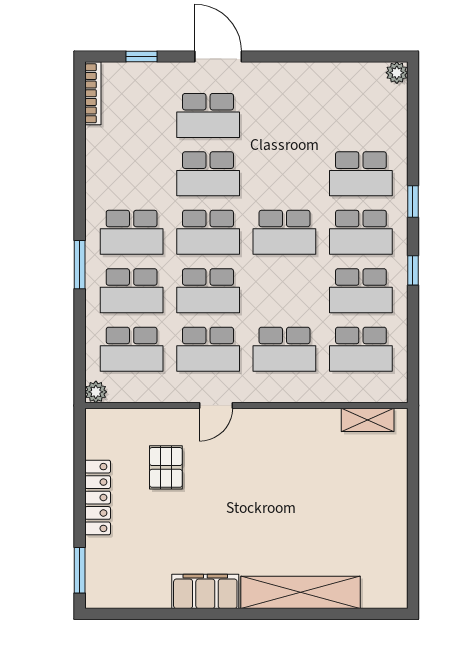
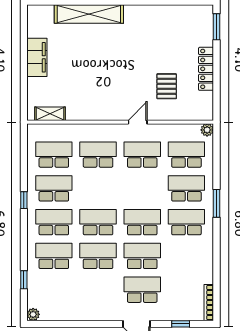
window: (413, 202) -> (24, 280), moved
school desk: (208, 291) -> (98, 256), moved
filing cabinet: (205, 591) -> (37, 57), moved, turned -90

